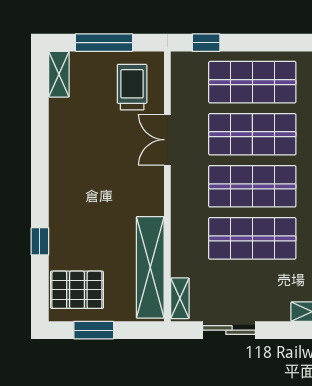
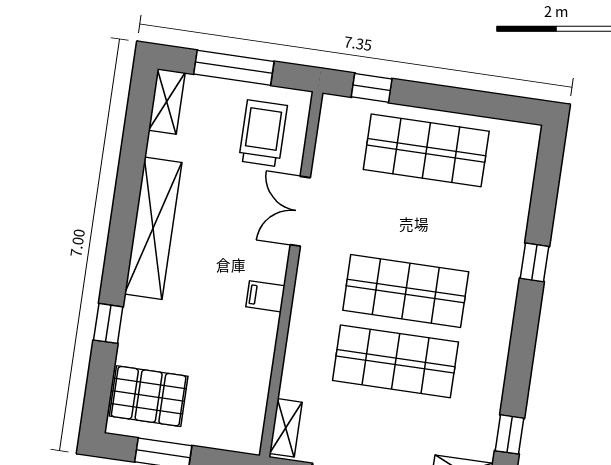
shop shelf: (252, 134) -> (416, 221), removed
filing cabinet: (151, 205) -> (265, 296), added
shelving: (150, 267) -> (153, 228), moved

